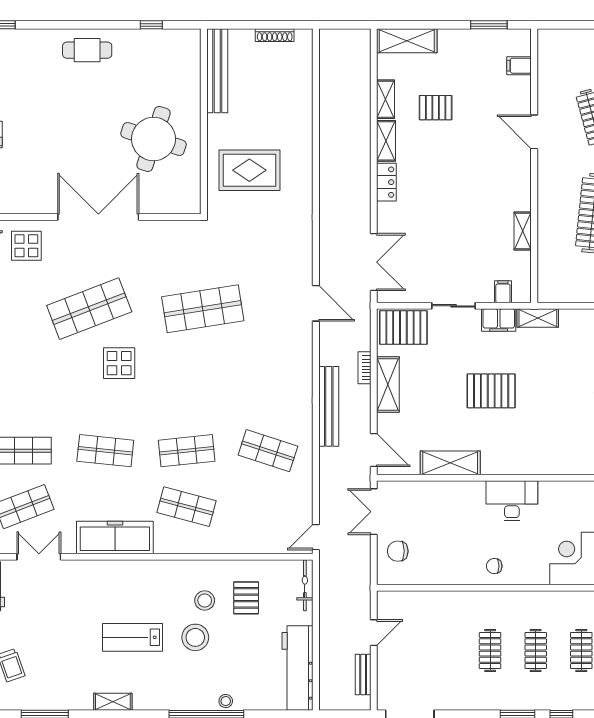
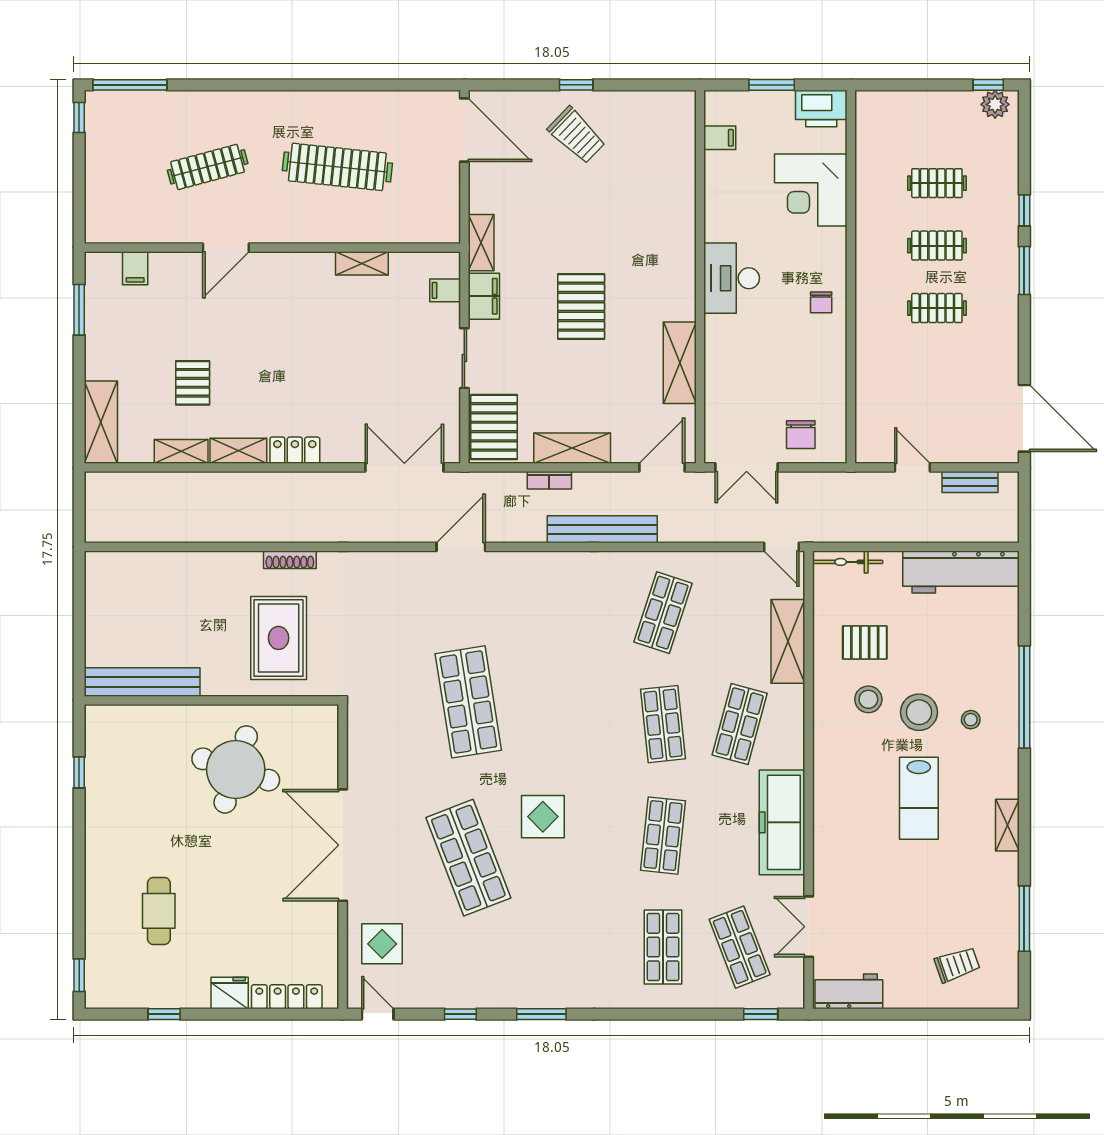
shoe rack: (275, 35) -> (290, 560), moved, turned 90
cafe table: (87, 50) -> (159, 911), moved
shelving: (247, 542) -> (788, 641), added
stool: (226, 701) -> (971, 720), moved

